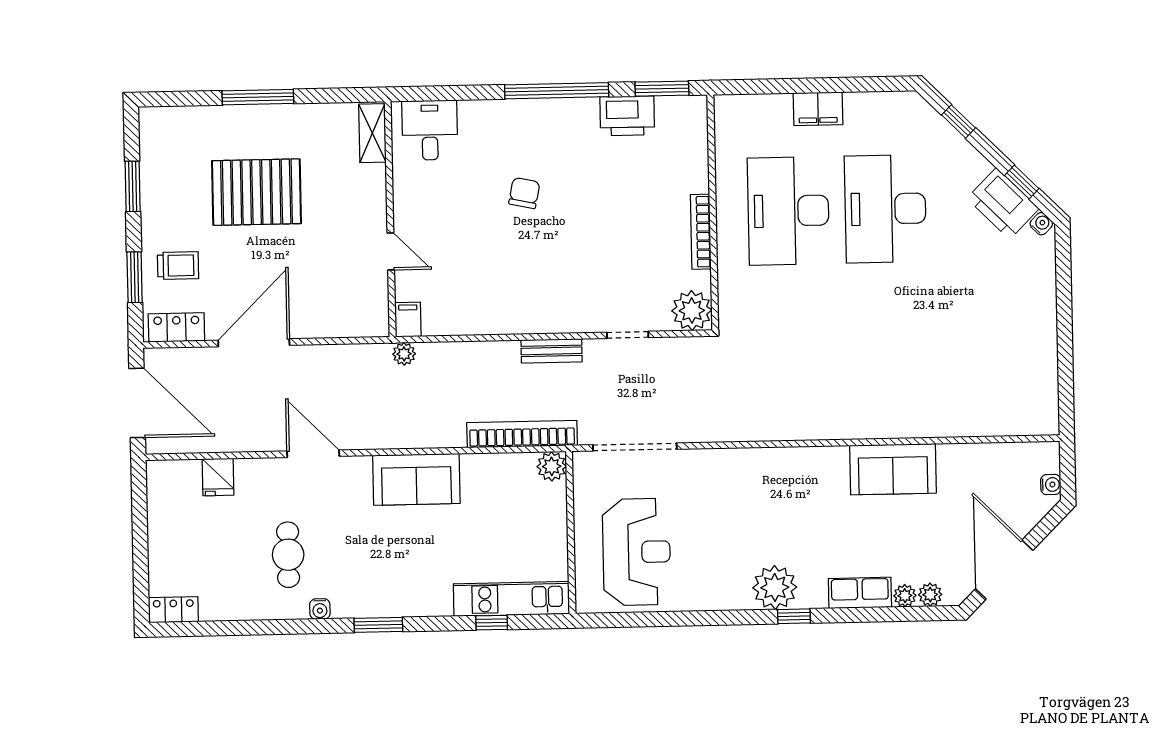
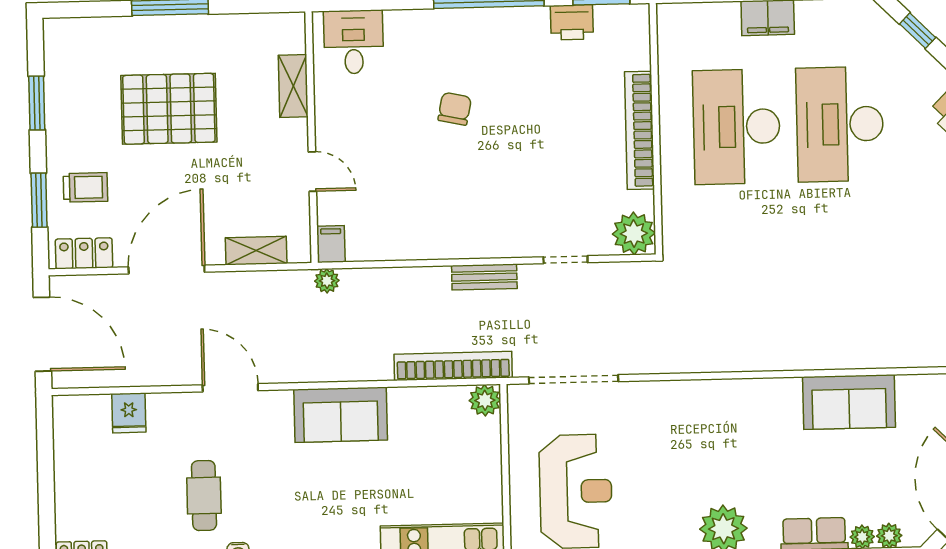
printer: (627, 116) -> (572, 22), width x0.73, depth x0.84
shelving: (372, 133) -> (293, 86), moved
bookcase: (701, 232) -> (639, 130), width x1.48, depth x1.31
shelving: (338, 325) -> (256, 251), added

